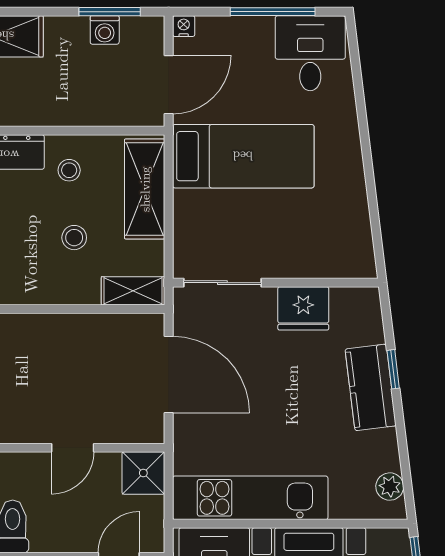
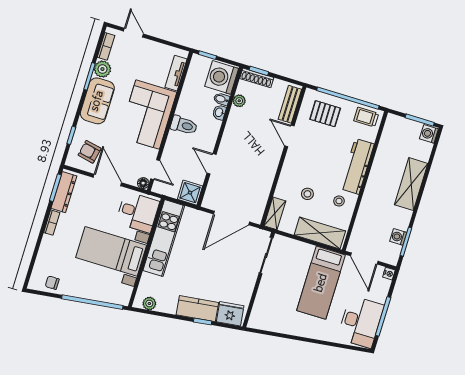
desk: (310, 53) -> (361, 322), width x1.37
fridge: (303, 308) -> (230, 314), moved, turned 83

